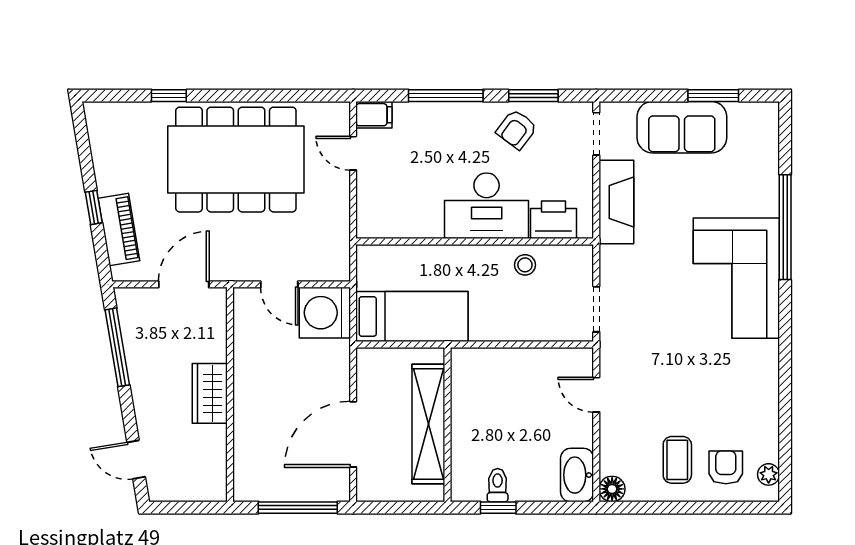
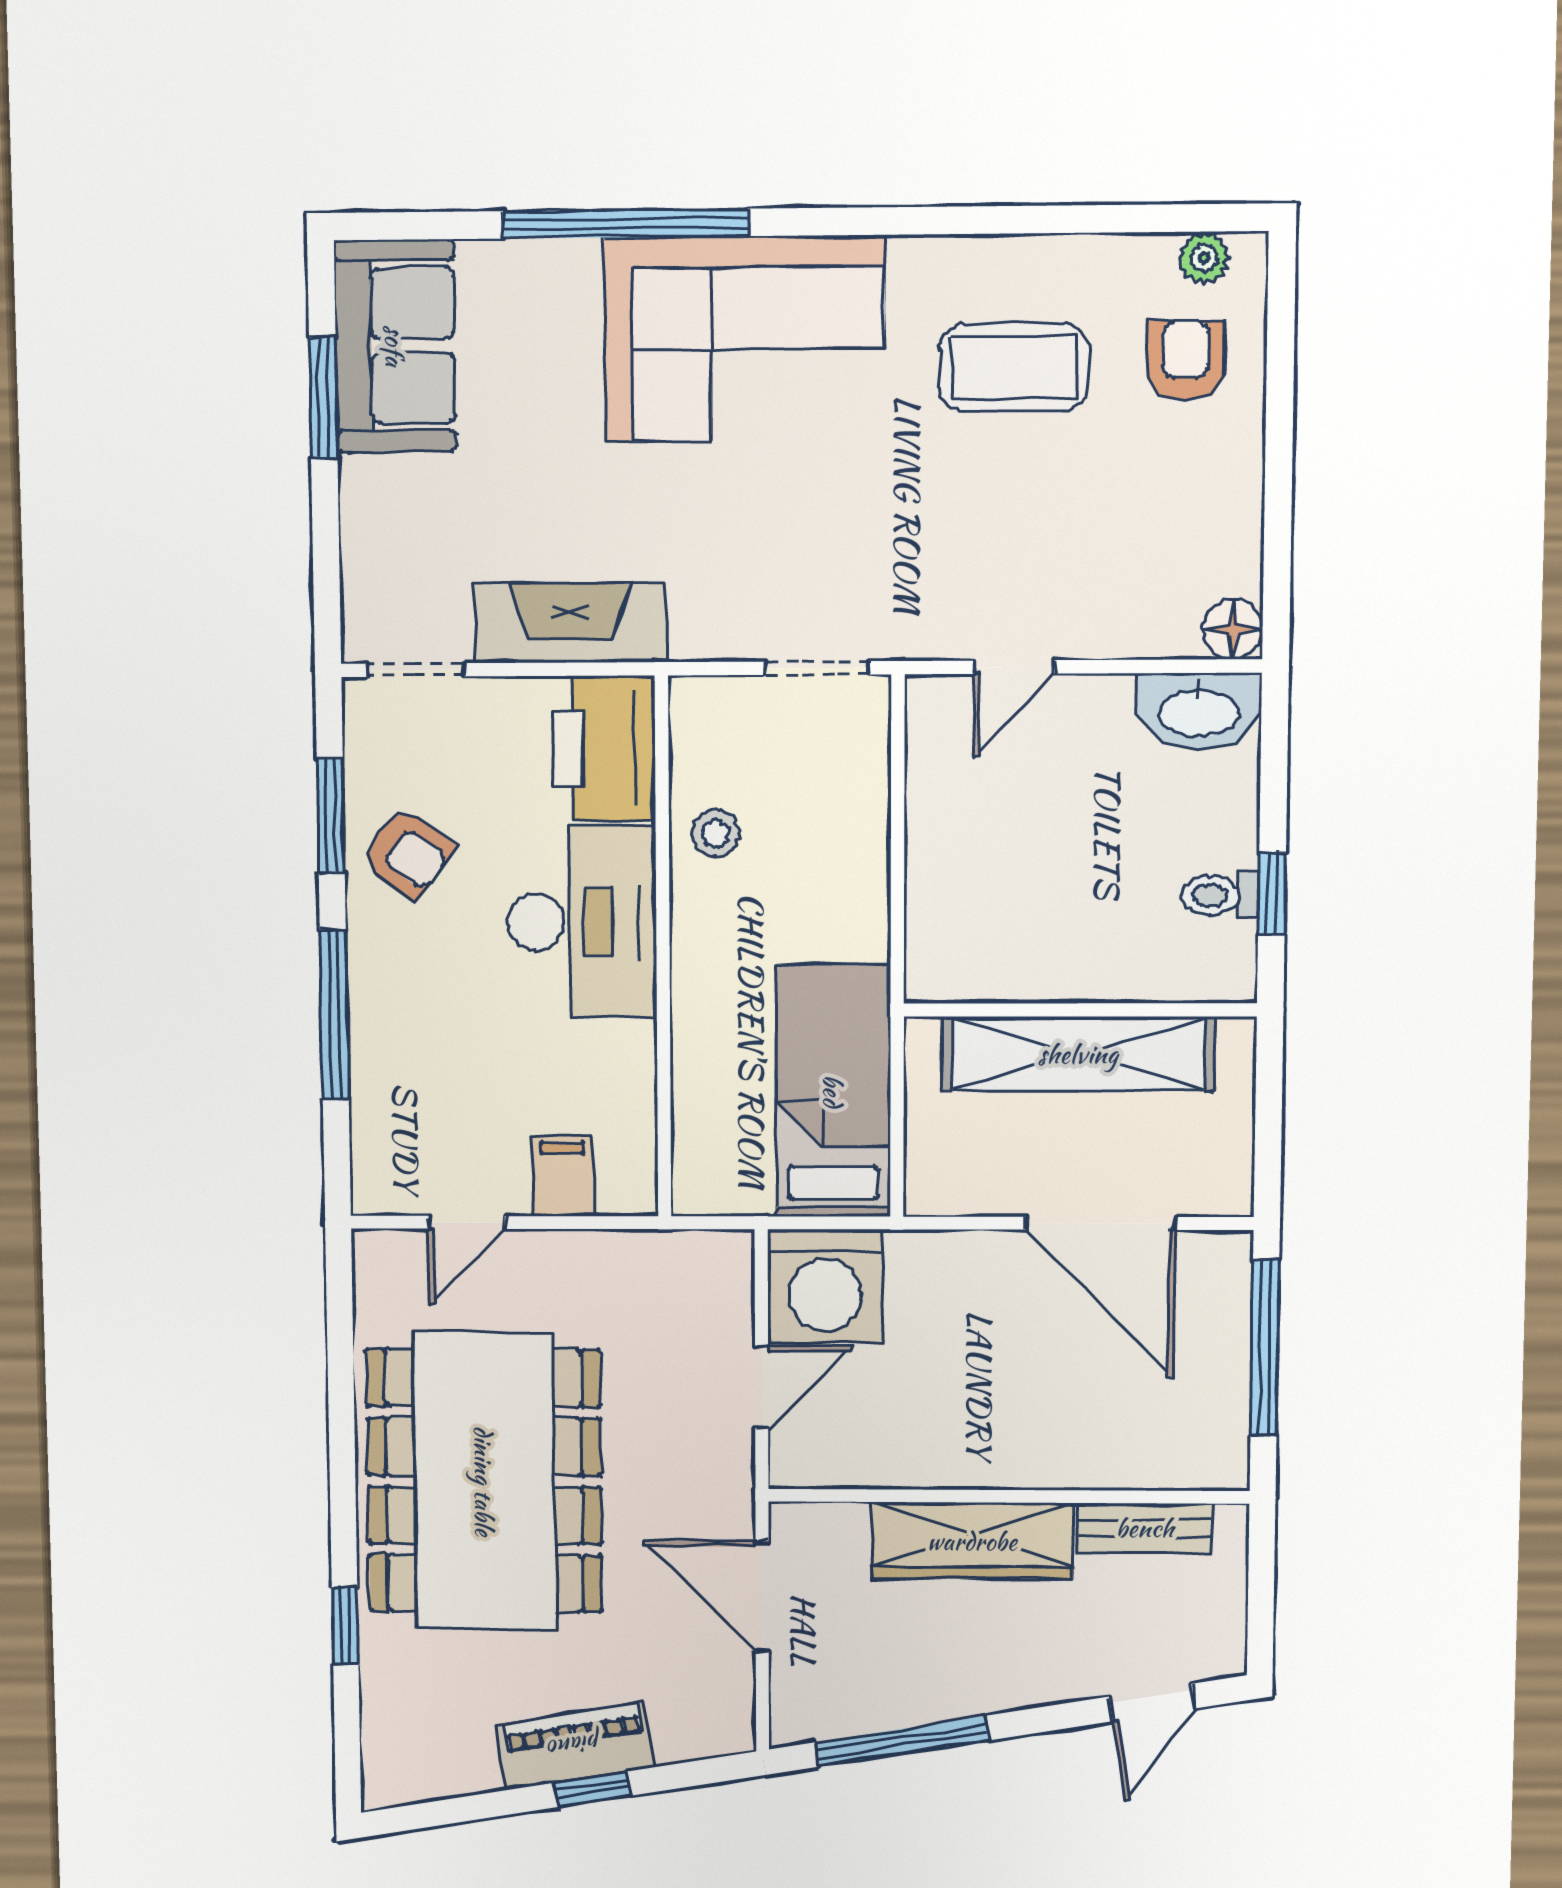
filing cabinet: (374, 115) -> (563, 1176), moved
sofa: (682, 127) -> (395, 346), moved
printer: (553, 220) -> (604, 749), width x1.37, depth x1.19
piano: (119, 230) -> (575, 1746), moved
wardrobe: (210, 393) -> (972, 1541), width x1.50
bench: (216, 456) -> (1145, 1528), added
coffee table: (677, 460) -> (1014, 367), moved, width x1.36, depth x1.30
armchair: (726, 467) -> (1186, 360), turned 90

